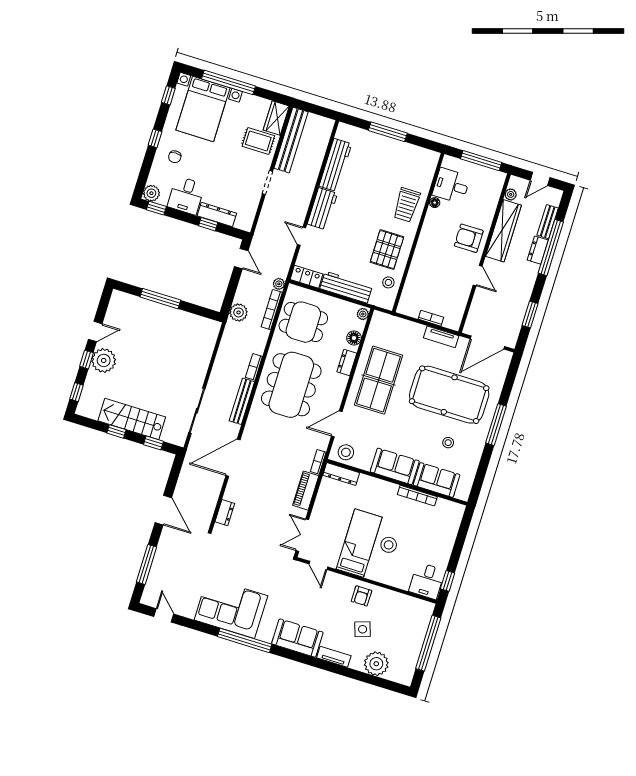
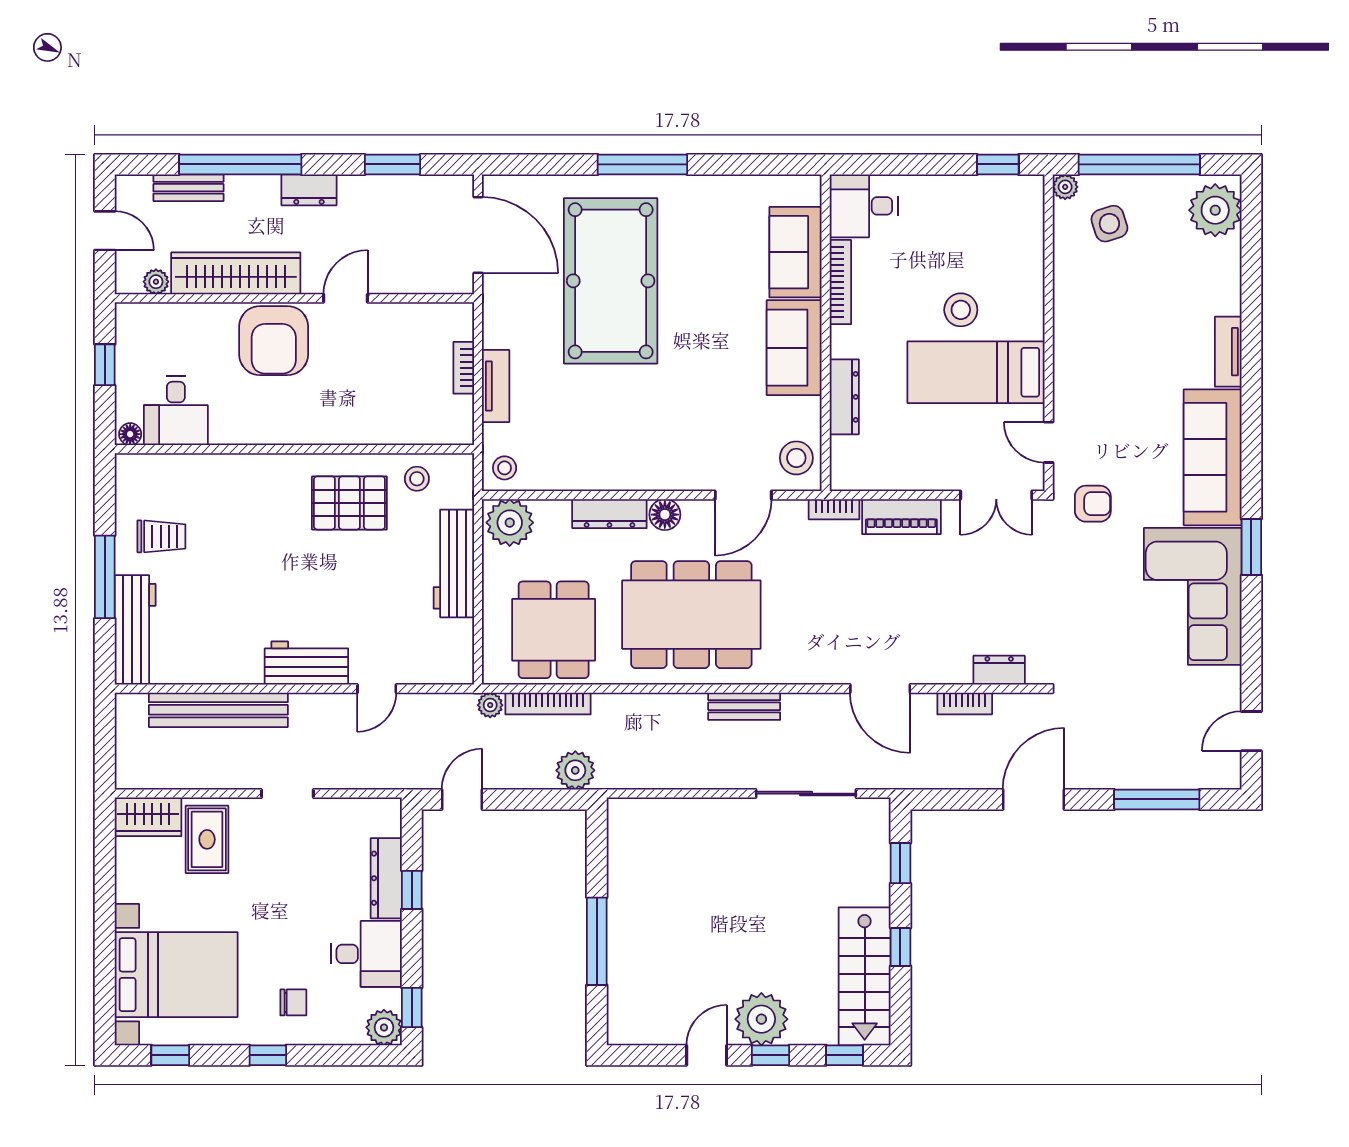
window: (229, 82) -> (105, 939), removed
bench: (291, 140) -> (218, 710), moved
window: (481, 161) -> (105, 365), width x0.46
workbench: (335, 165) -> (135, 630), moved, turned 90
floor lamp: (435, 203) -> (130, 434), moved
trolley: (407, 205) -> (161, 536), moved, width x0.73, depth x0.72
armchair: (469, 238) -> (274, 341), width x1.36, depth x1.36
dresser: (538, 250) -> (309, 190), moved
locker: (306, 277) -> (458, 652), removed
plant: (363, 314) -> (510, 523), width x1.87, depth x1.87
door: (95, 331) -> (707, 1055), hinge flipped
tv unit: (441, 337) -> (496, 386), moved
floor lamp: (354, 338) -> (665, 515), moved
dresser: (347, 362) -> (609, 514), width x1.44
bookcase: (254, 367) -> (965, 703), moved
table tennis table: (379, 380) -> (626, 437), removed
bench: (242, 401) -> (744, 706), width x0.73
stairs: (132, 419) -> (865, 976), moved
door: (337, 424) -> (743, 495), hinge flipped
stool: (448, 443) -> (505, 468), moved
door: (233, 458) -> (880, 689), width x0.73
dresser: (341, 474) -> (844, 397), moved
door: (318, 565) -> (1049, 442), swing flipped
desk: (427, 581) -> (864, 206), moved, turned 180
armchair: (361, 596) -> (1093, 504), moved
plant: (429, 608) -> (1065, 187), added
side table: (363, 629) -> (1109, 224), moved
sofa: (297, 638) -> (1213, 457), width x1.36
window: (245, 640) -> (1251, 547), width x0.47
plant: (376, 664) -> (1215, 210), moved

